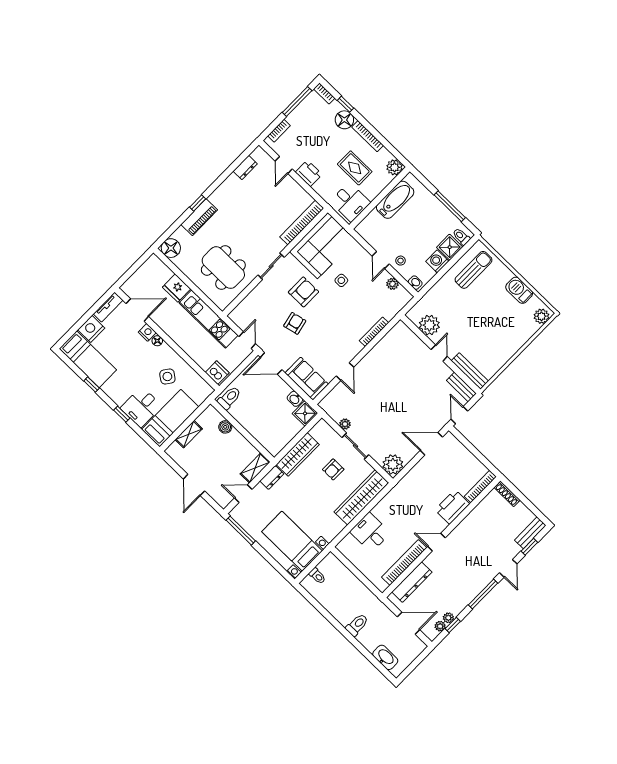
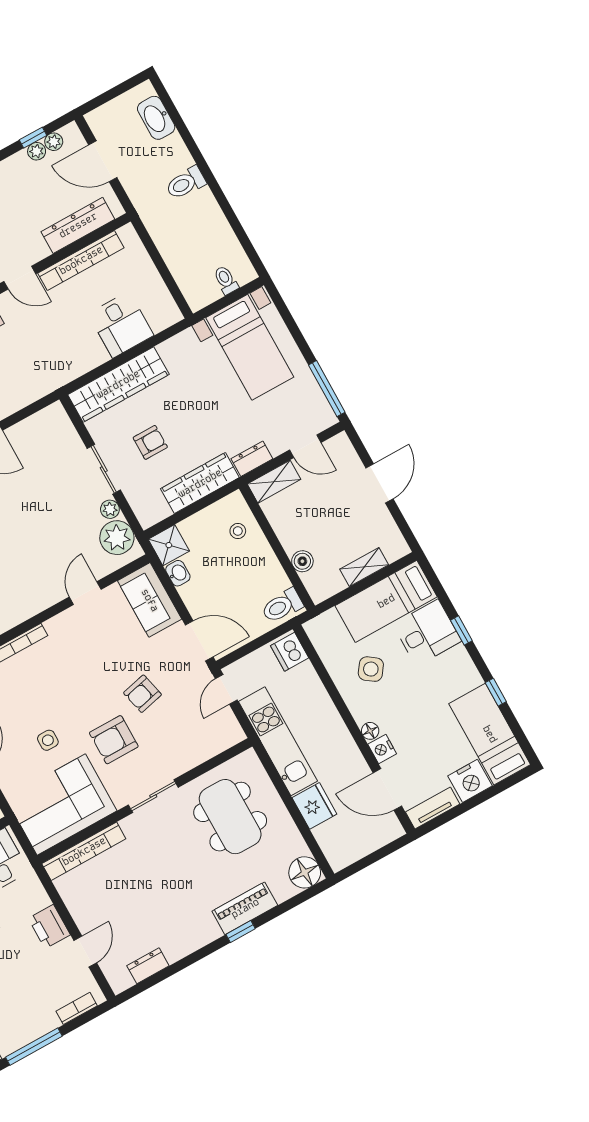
stool: (268, 433) -> (238, 531), added
plant: (393, 464) -> (117, 538), moved

